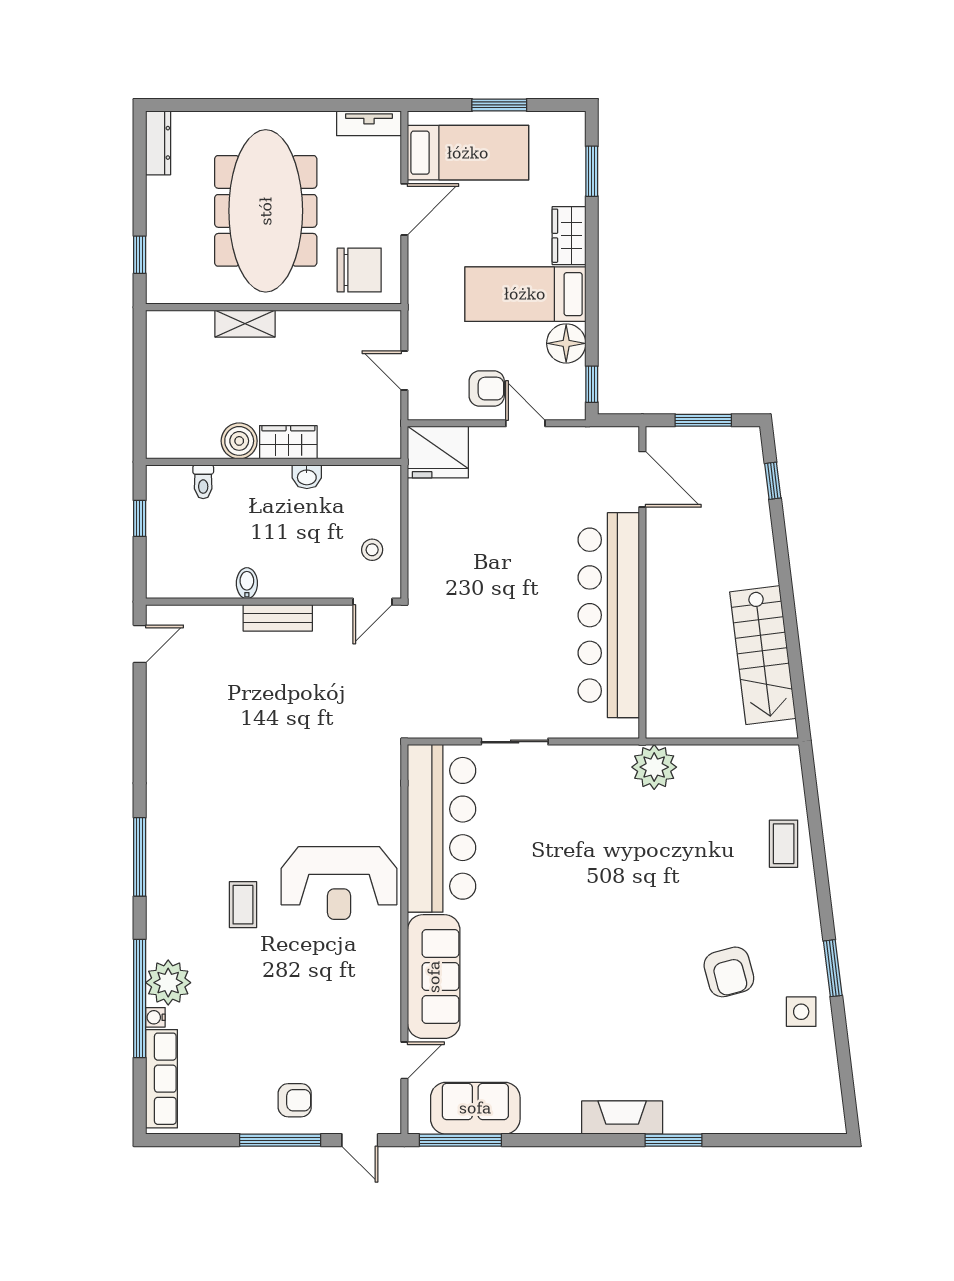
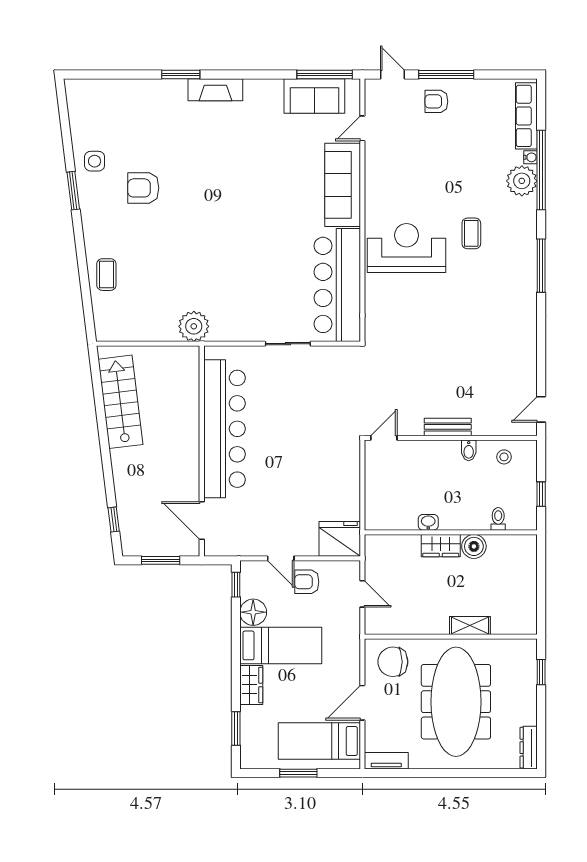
stool: (372, 550) -> (504, 457), moved
armchair: (729, 972) -> (143, 188), turned -75

